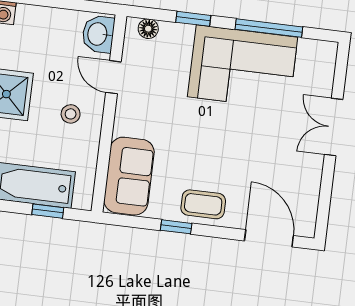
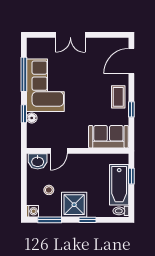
floor lamp: (148, 29) -> (32, 118), moved
stool: (71, 114) -> (49, 190), moved

